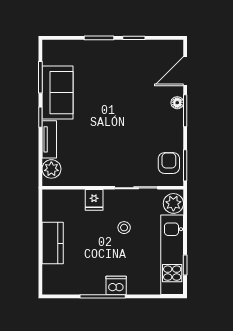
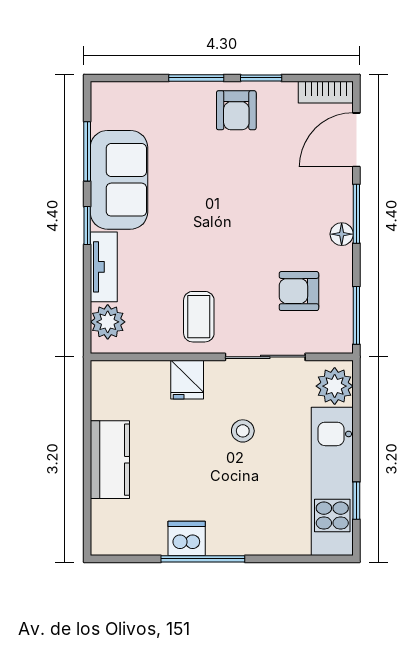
bookcase: (169, 45) -> (326, 92), added
armchair: (121, 55) -> (236, 110), added
floor lamp: (177, 103) -> (342, 234), moved
armchair: (169, 163) -> (299, 291), moved, turned -90
coffee table: (100, 166) -> (199, 317), added
dishwasher: (116, 285) -> (187, 538), moved

